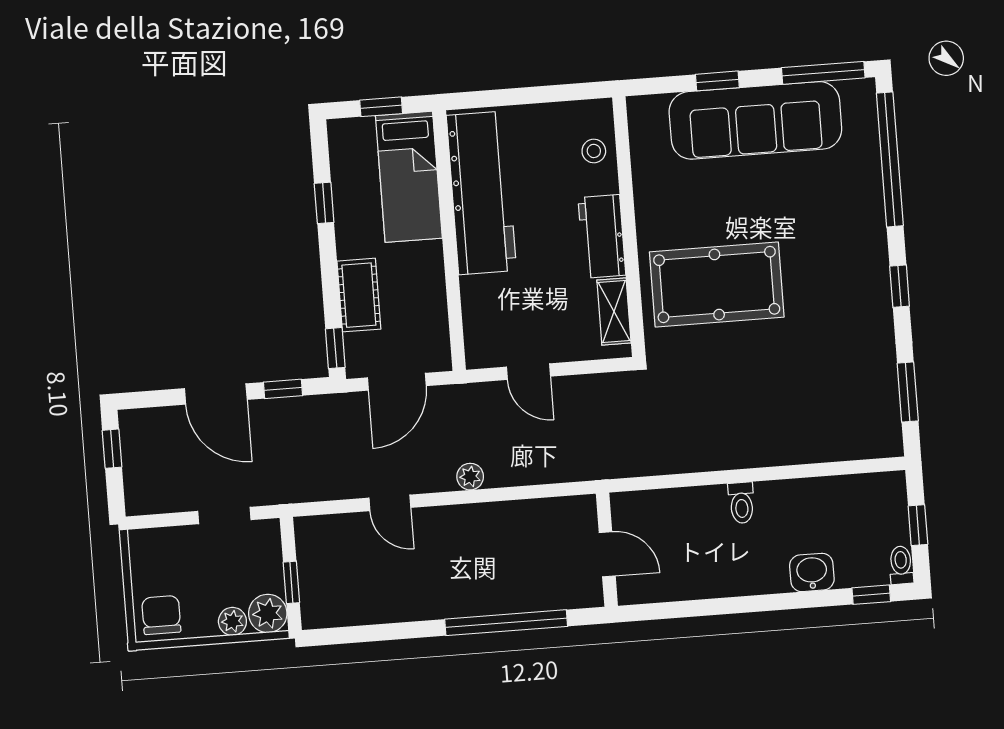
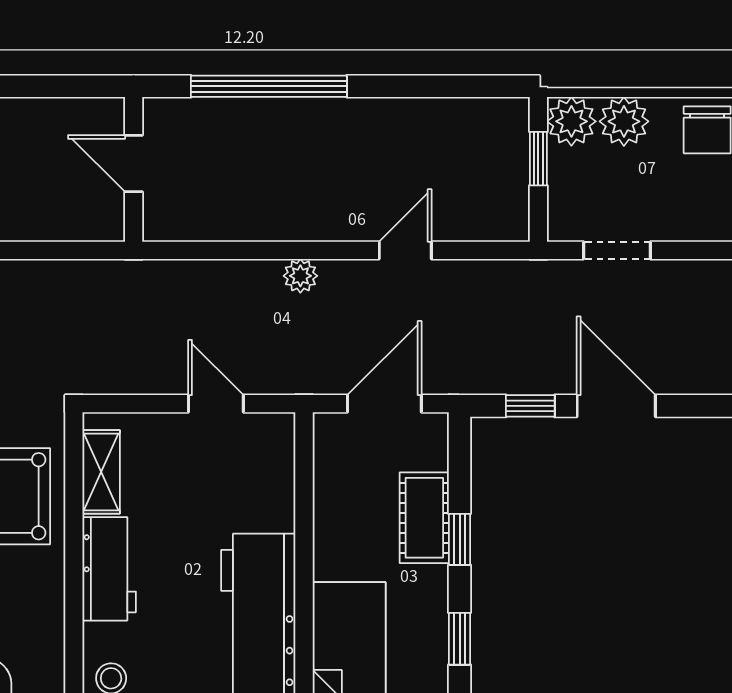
window: (335, 348) -> (460, 539), moved
door: (390, 503) -> (405, 250), hinge flipped
plant: (232, 621) -> (624, 121), width x1.38, depth x1.38

